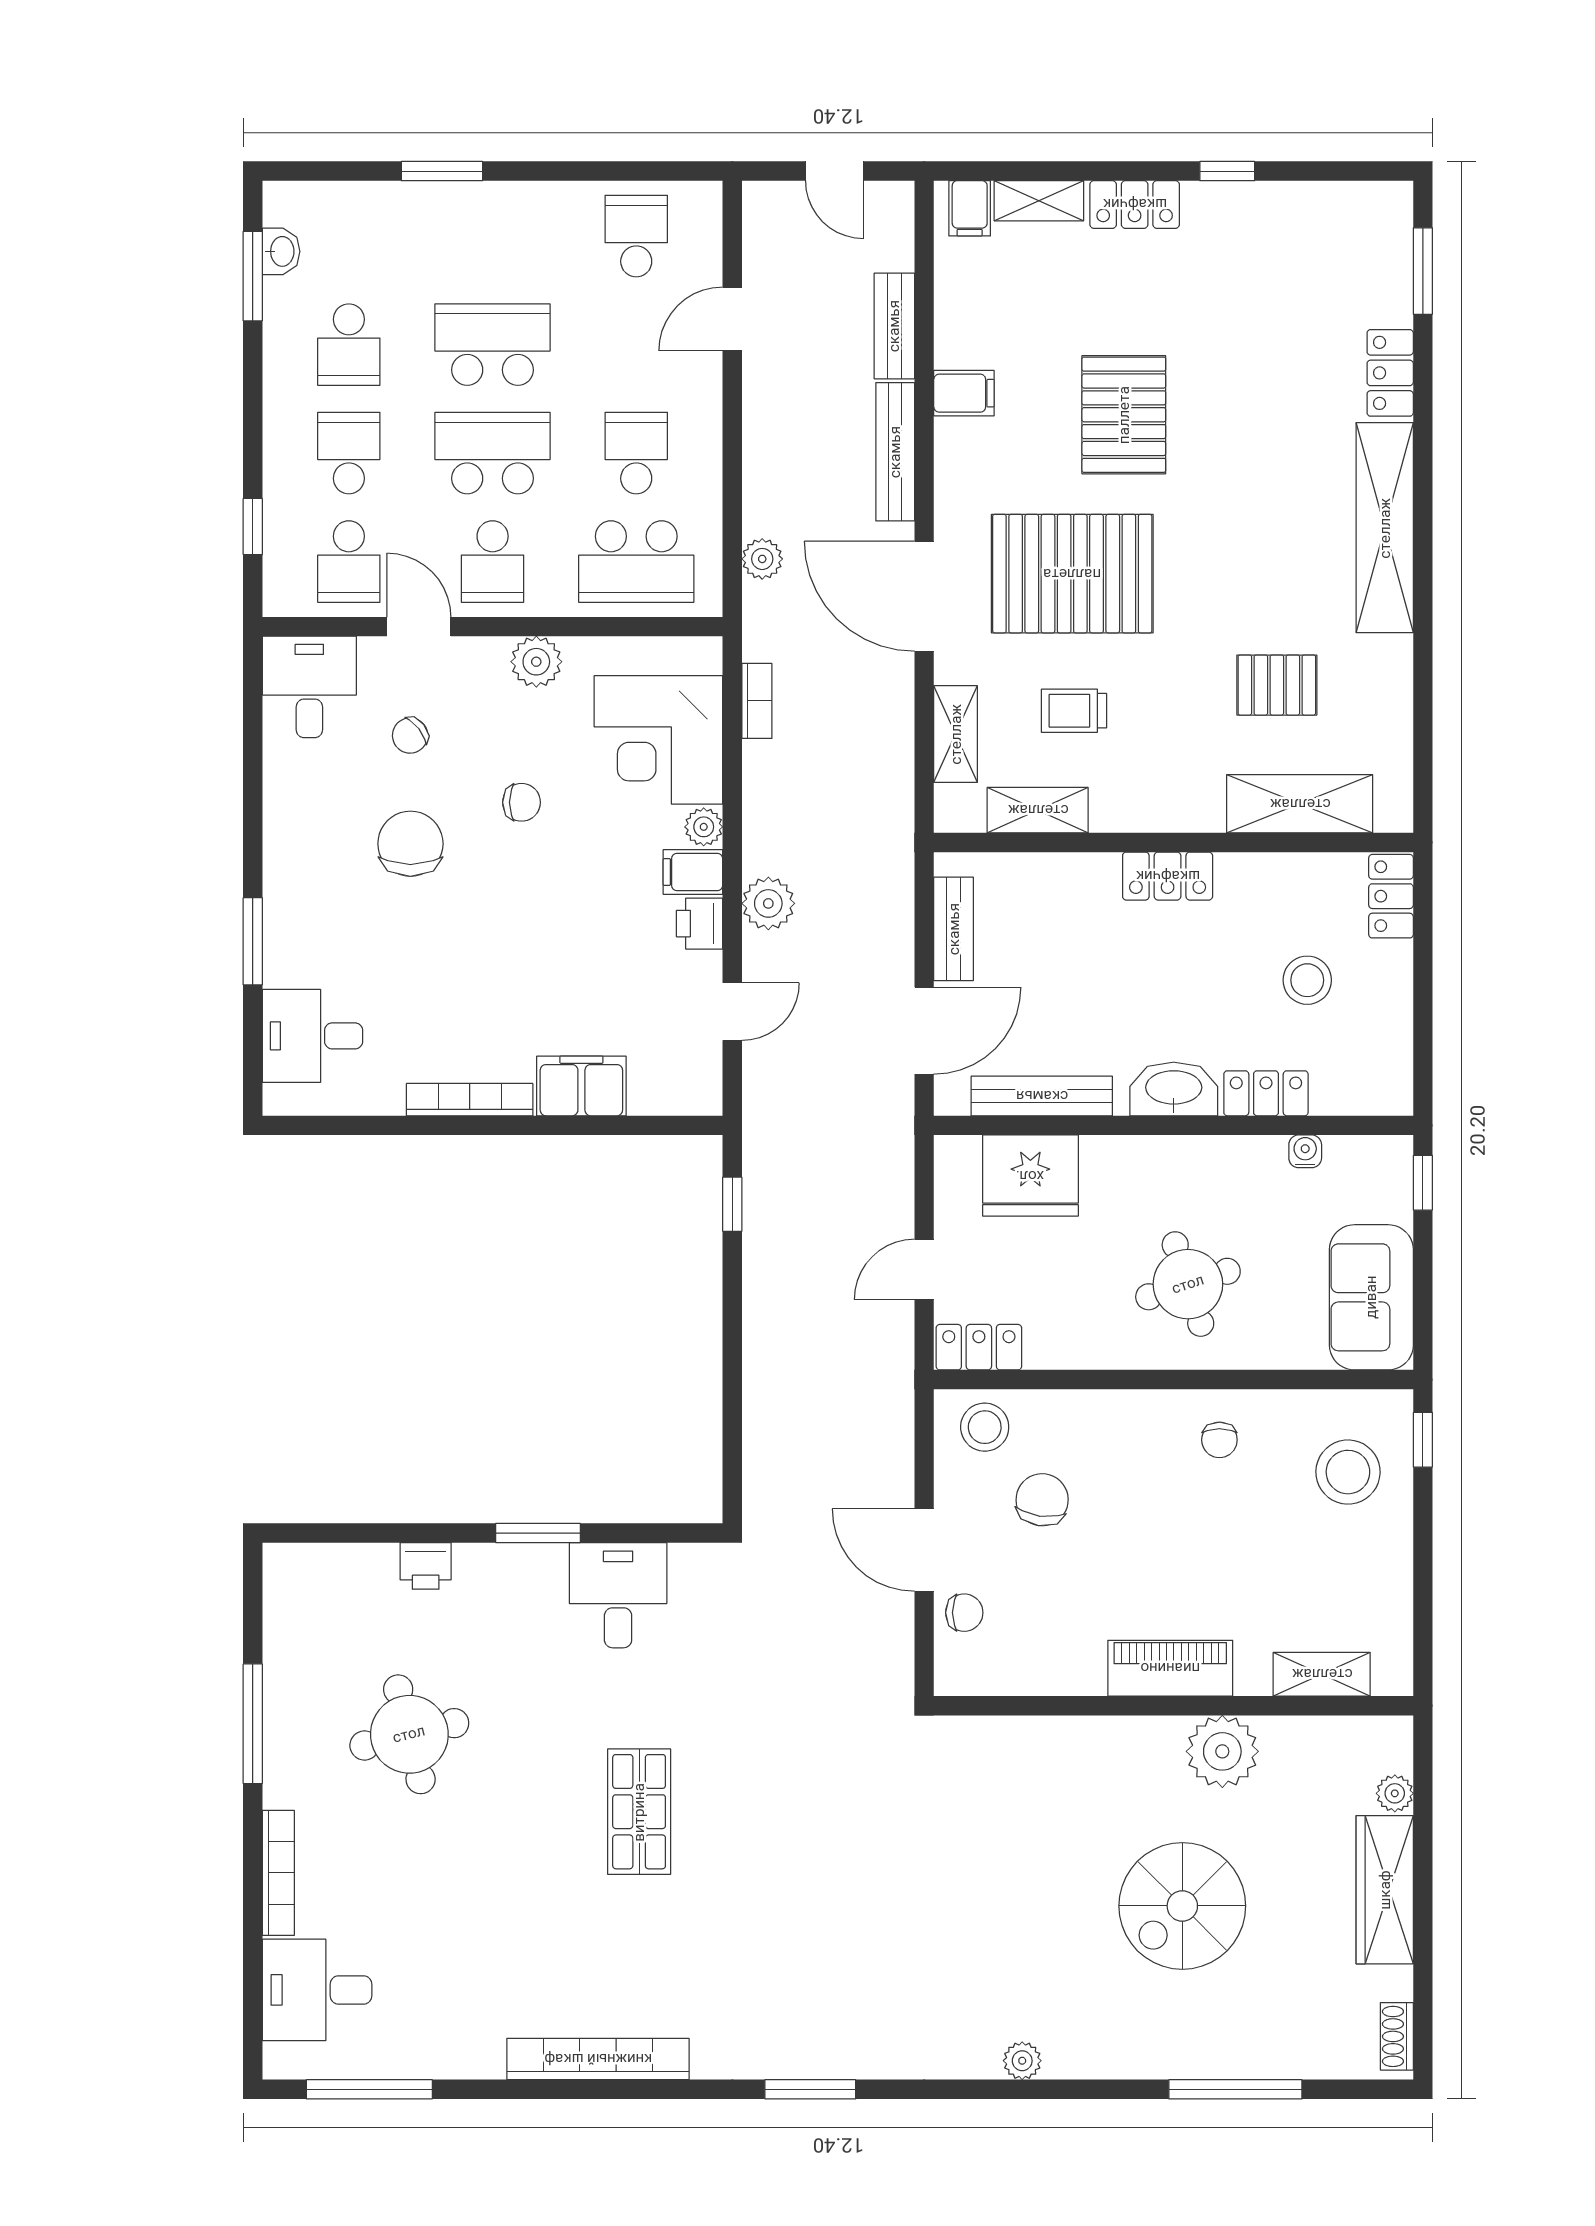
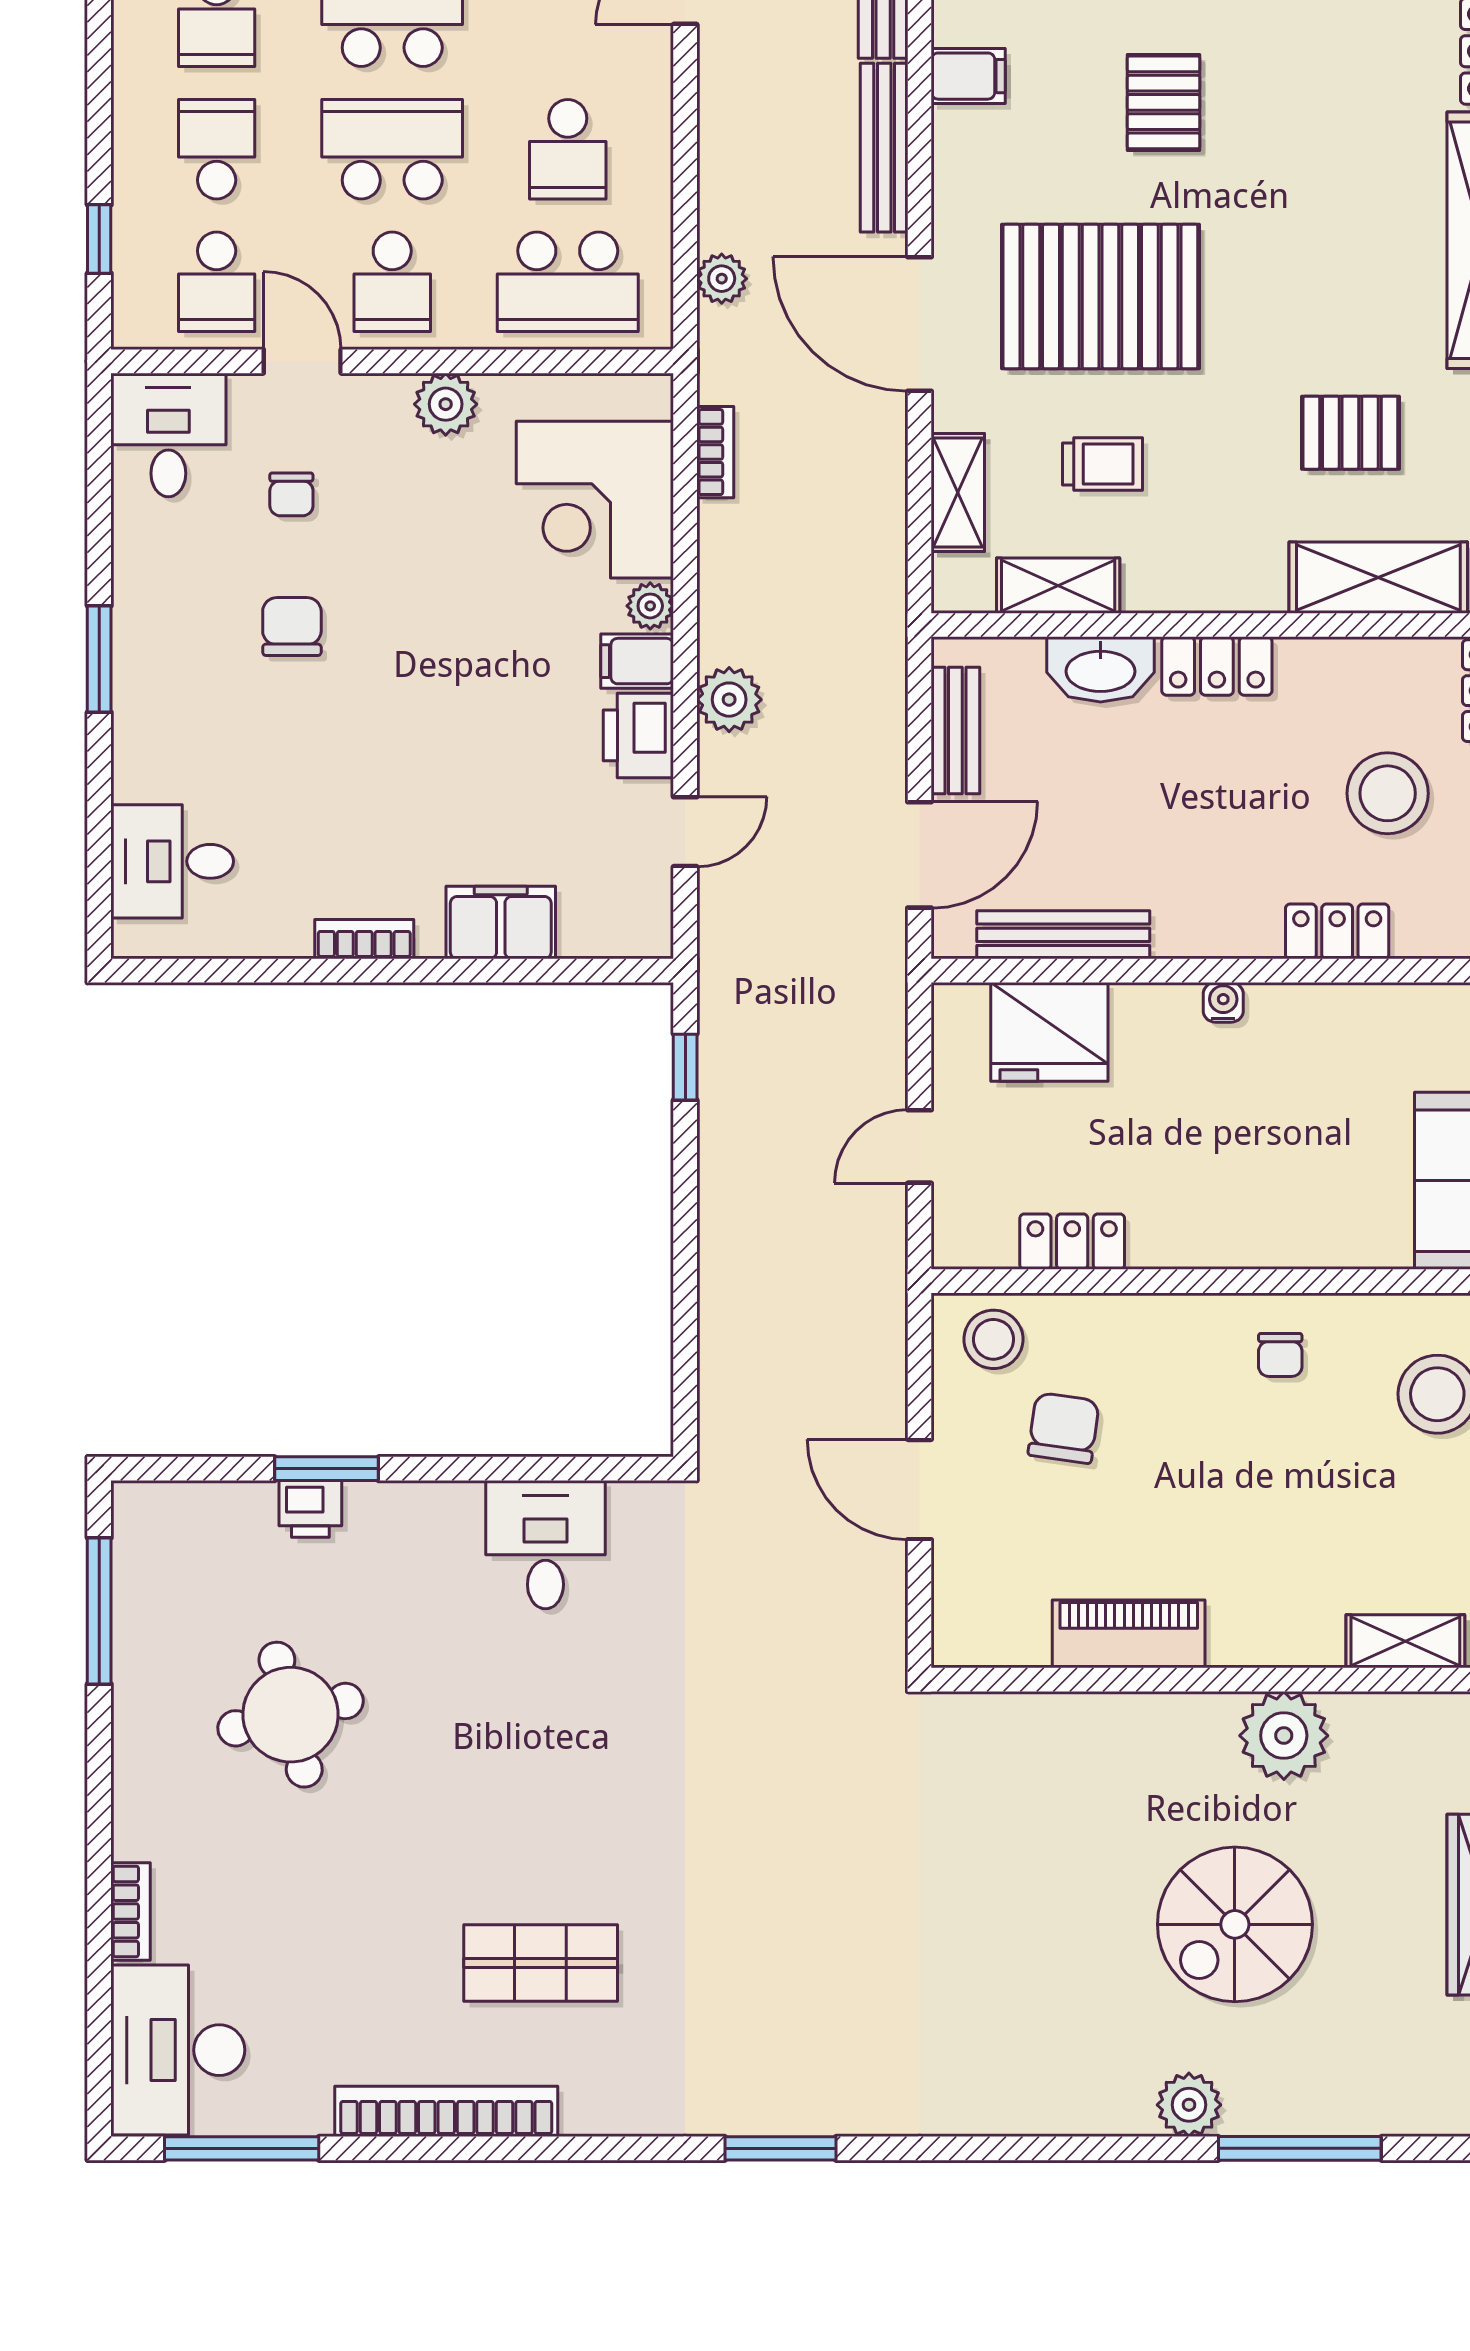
pallet: (1124, 415) -> (1163, 102), width x0.67, depth x0.71
school desk: (636, 453) -> (568, 149), turned 180
trolley: (1074, 711) -> (1103, 464), turned 180
chair: (410, 736) -> (291, 494), turned -52
chair: (521, 802) -> (428, 576), removed
chair: (410, 844) -> (292, 626), width x0.73, depth x0.73
printer: (700, 924) -> (638, 735), width x1.36, depth x1.24
window: (253, 941) -> (99, 659), moved
stool: (1307, 980) -> (1388, 793), width x1.38, depth x1.38
washbasin: (1174, 1089) -> (1101, 669), moved, turned 180
bookcase: (470, 1100) -> (364, 939), width x0.64
water cooler: (1305, 1151) -> (1223, 1002), moved
round table: (1188, 1284) -> (1242, 1165), removed
locker: (979, 1347) -> (1072, 1242), moved
window: (538, 1533) -> (327, 1469), moved
chair: (964, 1613) -> (969, 1566), removed
piano: (1170, 1668) -> (1129, 1634), moved
window: (253, 1724) -> (99, 1611), moved
shop shelf: (639, 1812) -> (541, 1963), moved, turned 90
bookcase: (278, 1873) -> (130, 1911), width x0.64
desk: (317, 1990) -> (178, 2050), width x1.37
bookcase: (598, 2059) -> (446, 2111), moved
plant: (1022, 2061) -> (1189, 2105), moved, width x1.38, depth x1.38

